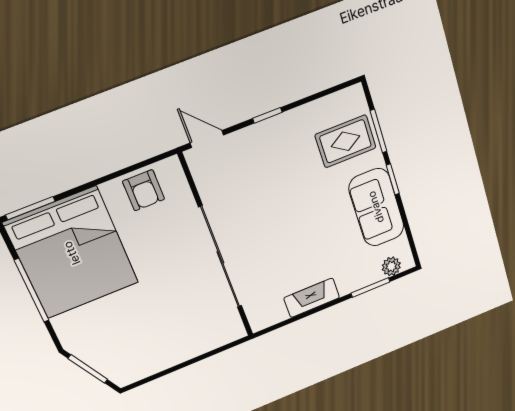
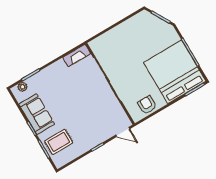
fireplace: (312, 298) -> (77, 56), moved

